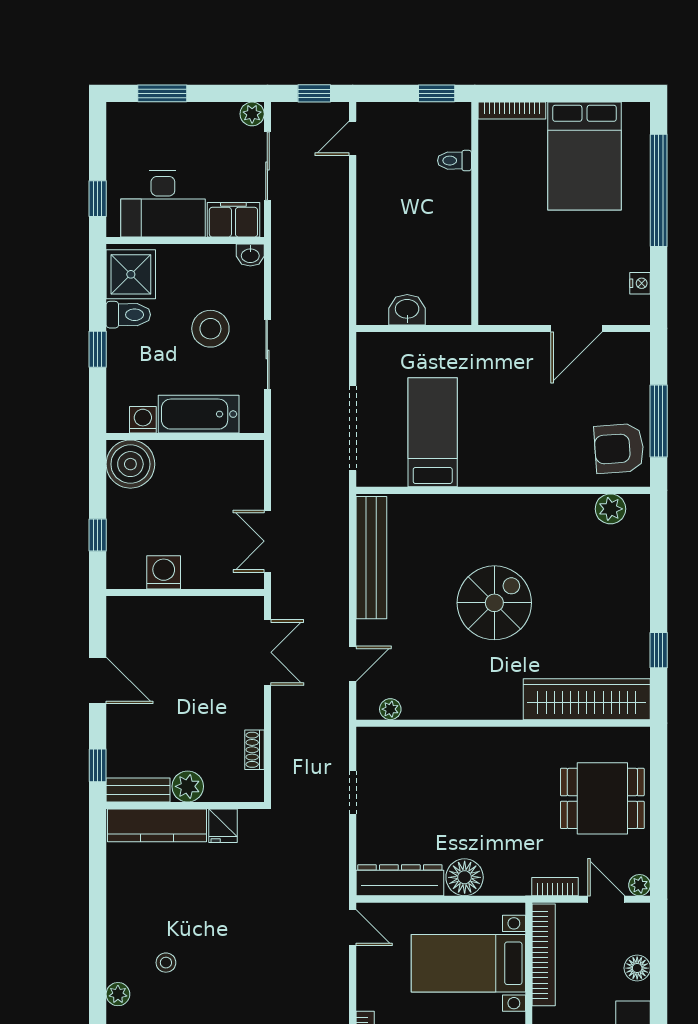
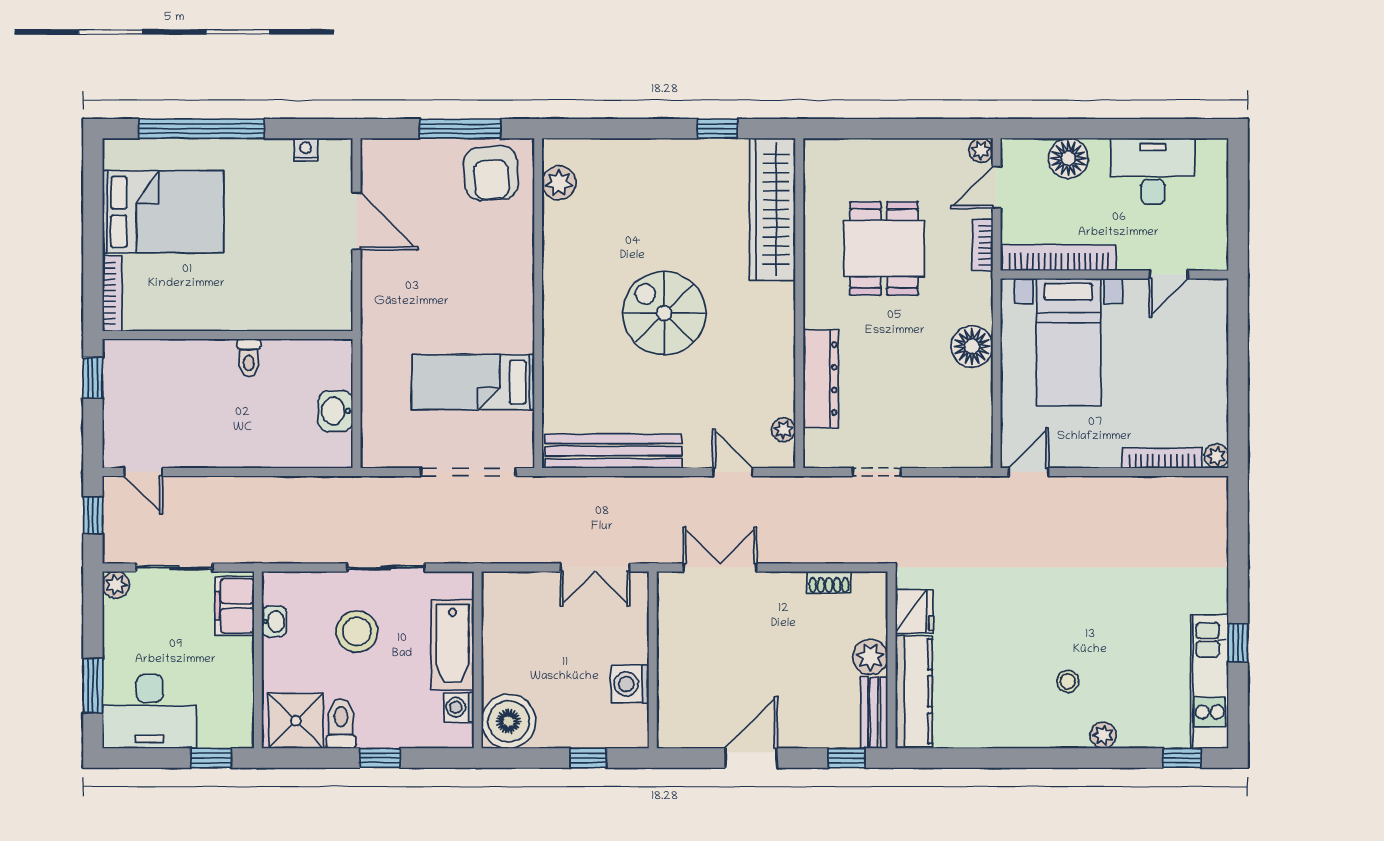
toilet: (454, 161) -> (249, 358), moved
desk: (163, 204) -> (150, 711), moved, turned 90
washbasin: (250, 255) -> (274, 621), moved
dining table: (602, 798) -> (884, 248), moved
fridge: (223, 826) -> (914, 611), width x1.38
dresser: (400, 880) -> (821, 379), moved, turned 180
floor lamp: (637, 968) -> (1068, 158), width x1.38, depth x1.38

